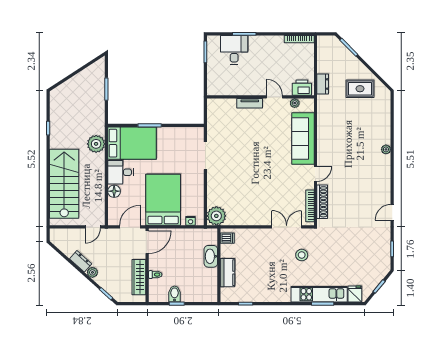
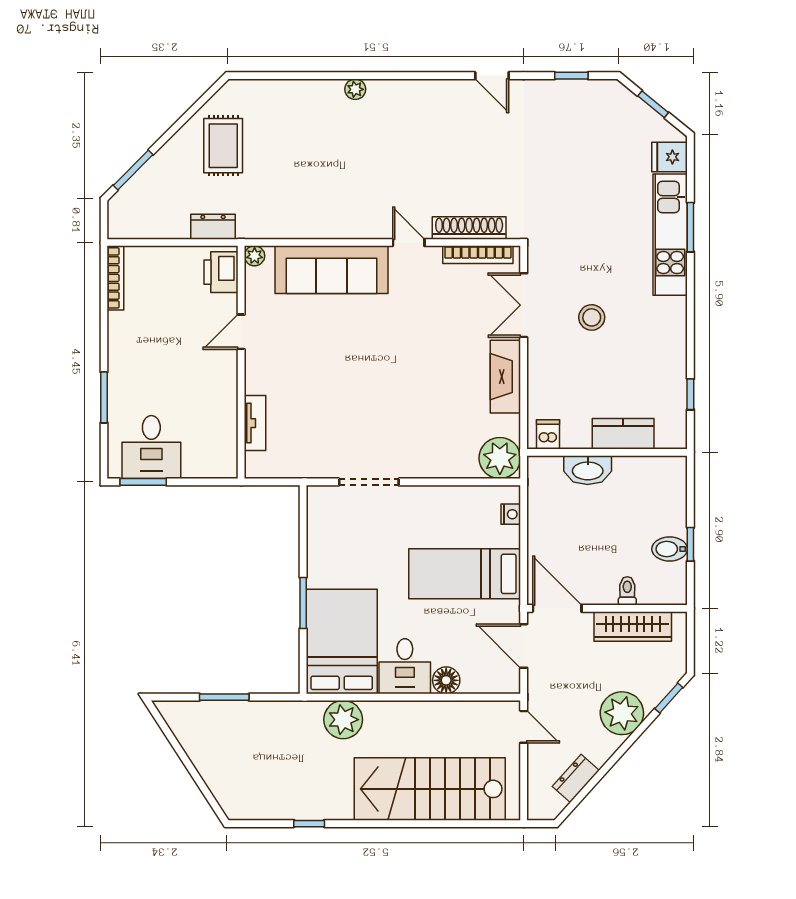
desk: (234, 50) -> (151, 447), moved, turned -90
tv unit: (250, 103) -> (255, 423), moved
plant: (295, 103) -> (255, 256), moved
bed: (163, 200) -> (465, 574), width x0.67
fireplace: (254, 219) -> (505, 377), added
stool: (302, 255) -> (592, 317), moved
dresser: (81, 261) -> (576, 778), moved
plant: (92, 272) -> (622, 713), width x1.88, depth x1.88

